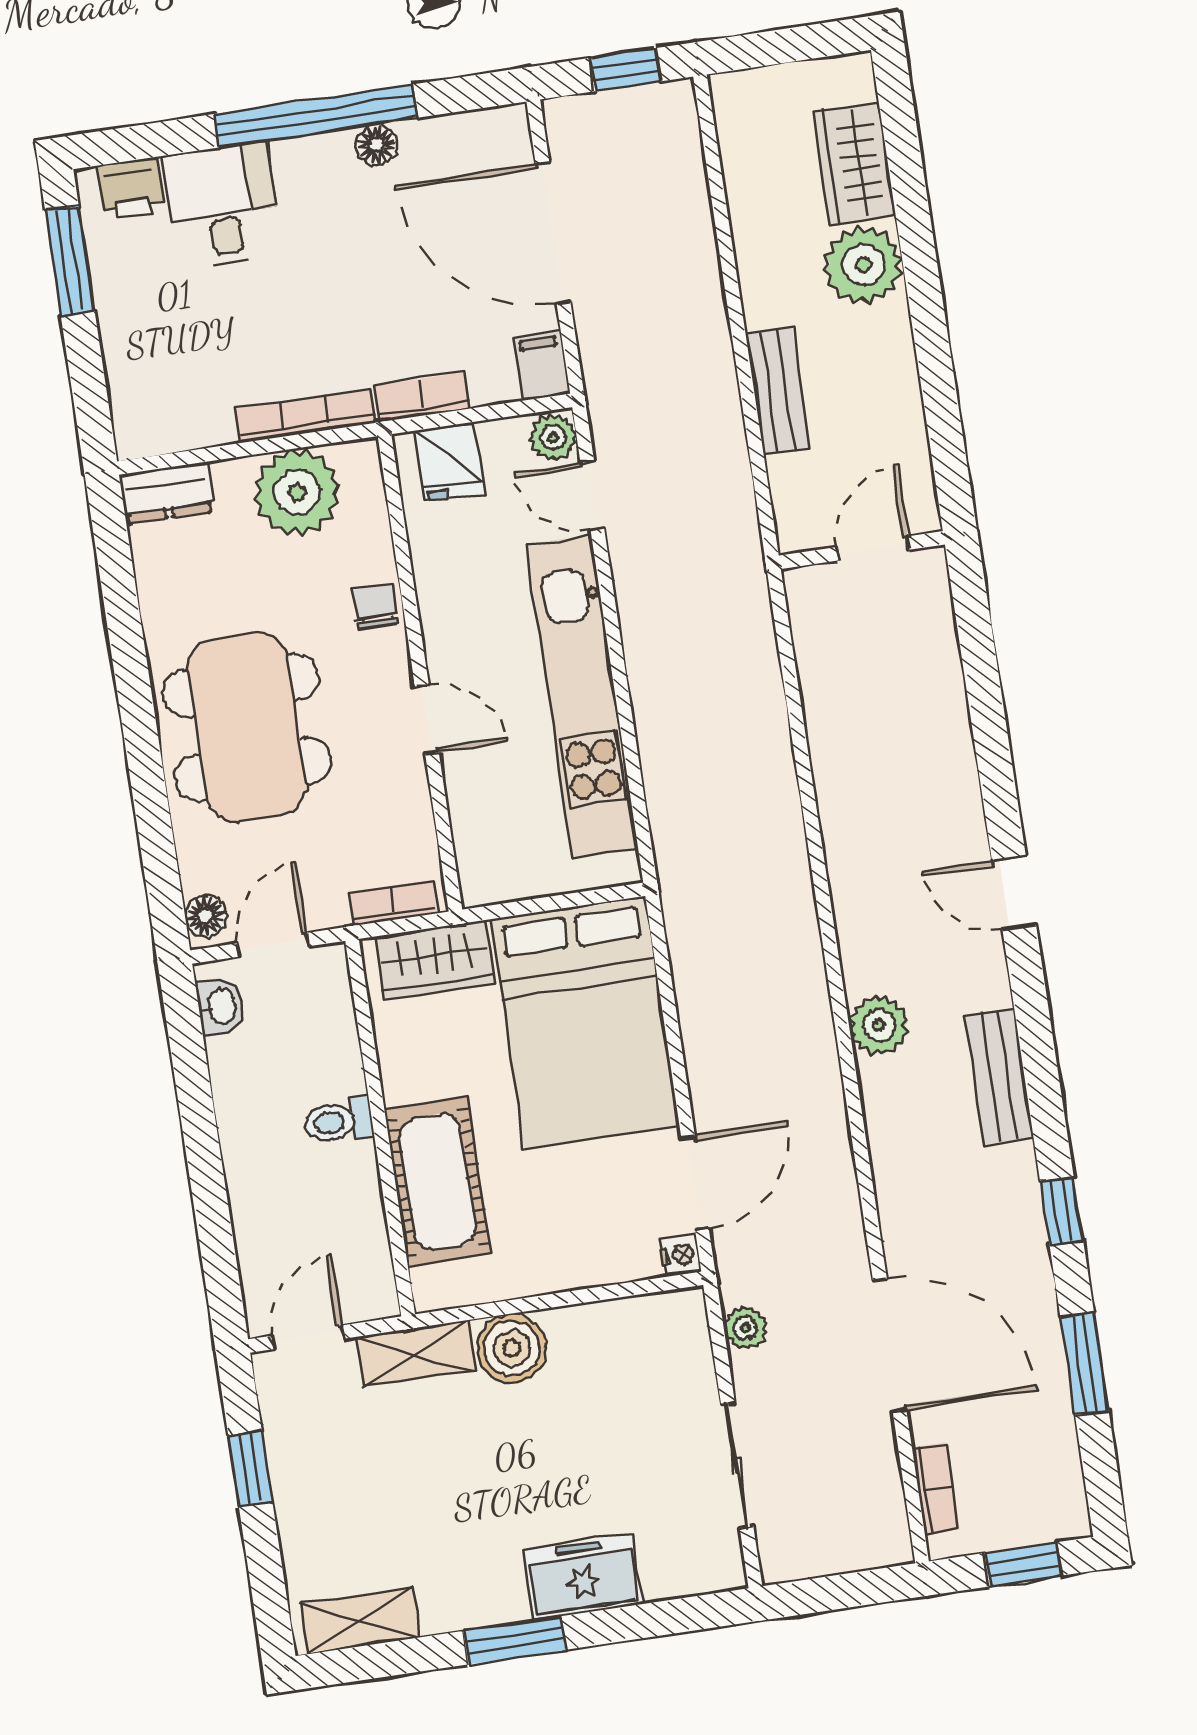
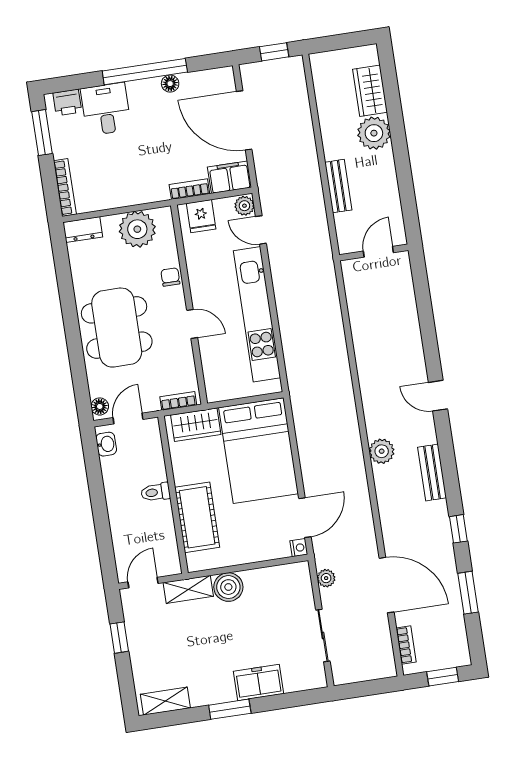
filing cabinet: (542, 365) -> (230, 177), width x2.00
bookcase: (305, 416) -> (65, 187), moved, turned 90

